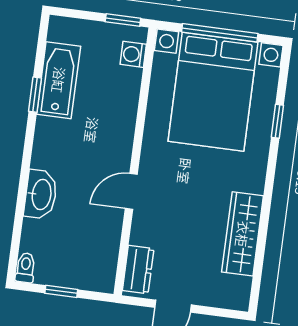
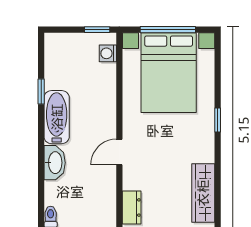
bathtub: (59, 80) -> (57, 117), moved
window: (277, 121) -> (218, 120), moved
wardrobe: (243, 234) -> (203, 193), moved

